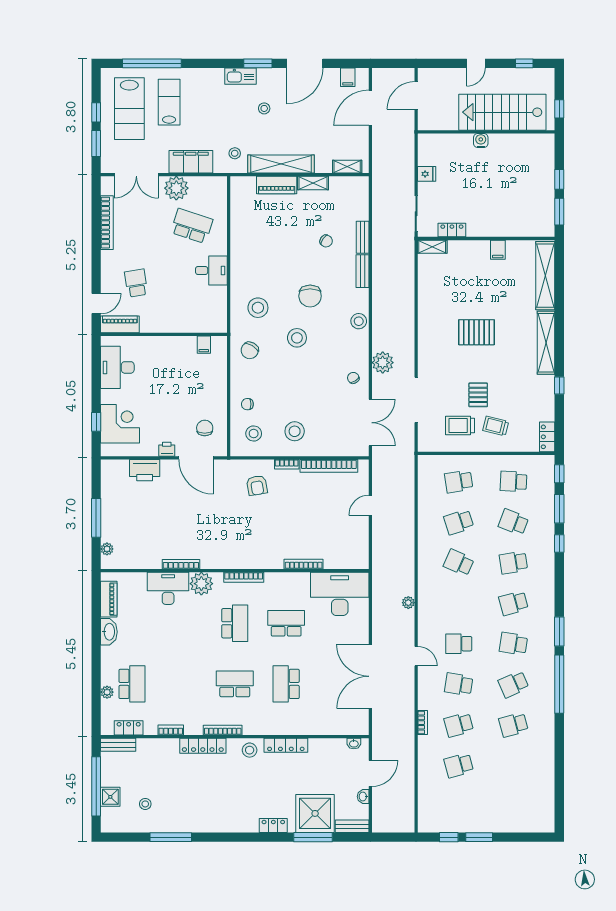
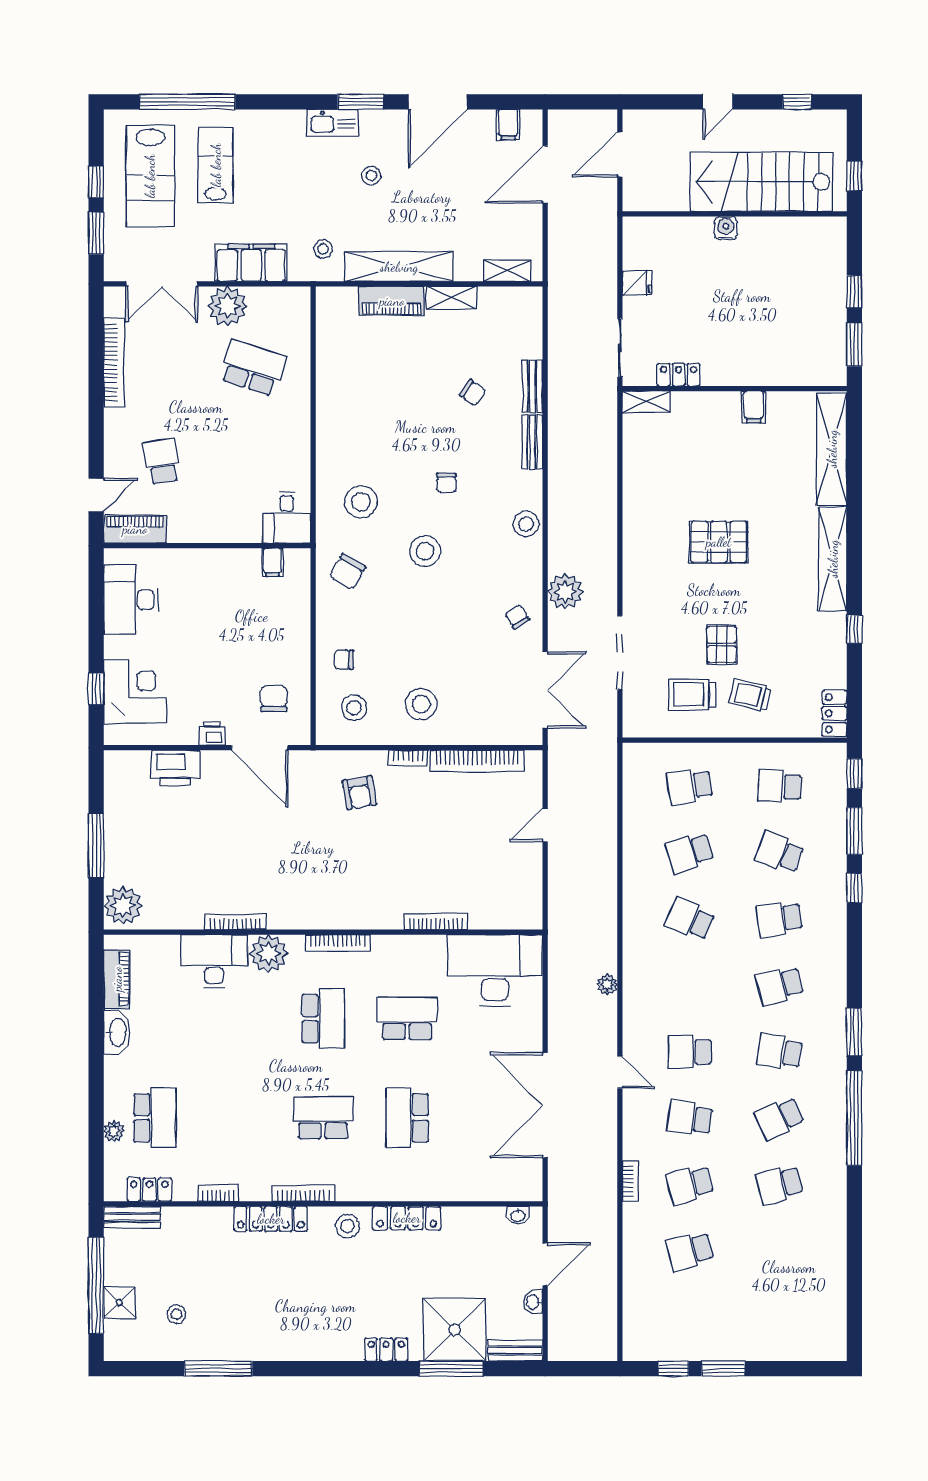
desk: (211, 270) -> (287, 517), moved, turned 90
chair: (310, 296) -> (446, 483), width x0.54, depth x0.54
plant: (107, 549) -> (123, 906), width x1.87, depth x1.87

